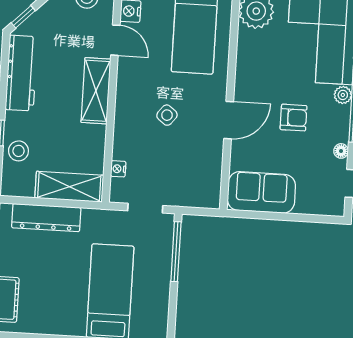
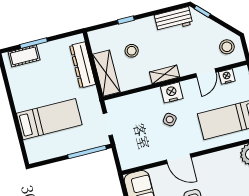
workbench: (21, 73) -> (173, 20), width x0.73
shelving: (96, 91) -> (164, 75), width x0.67, depth x0.75
stool: (18, 151) -> (132, 51), moved
nightstand: (118, 169) -> (172, 93), moved, width x1.89, depth x1.79

